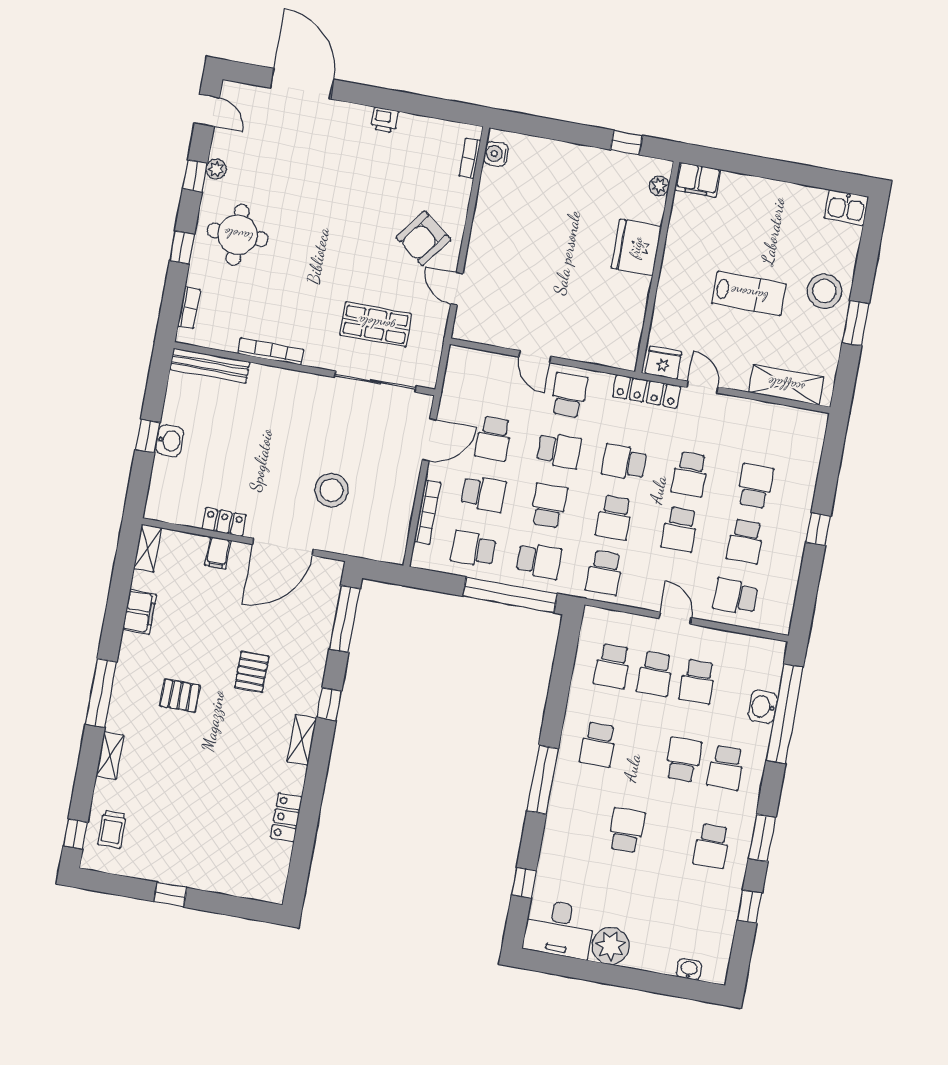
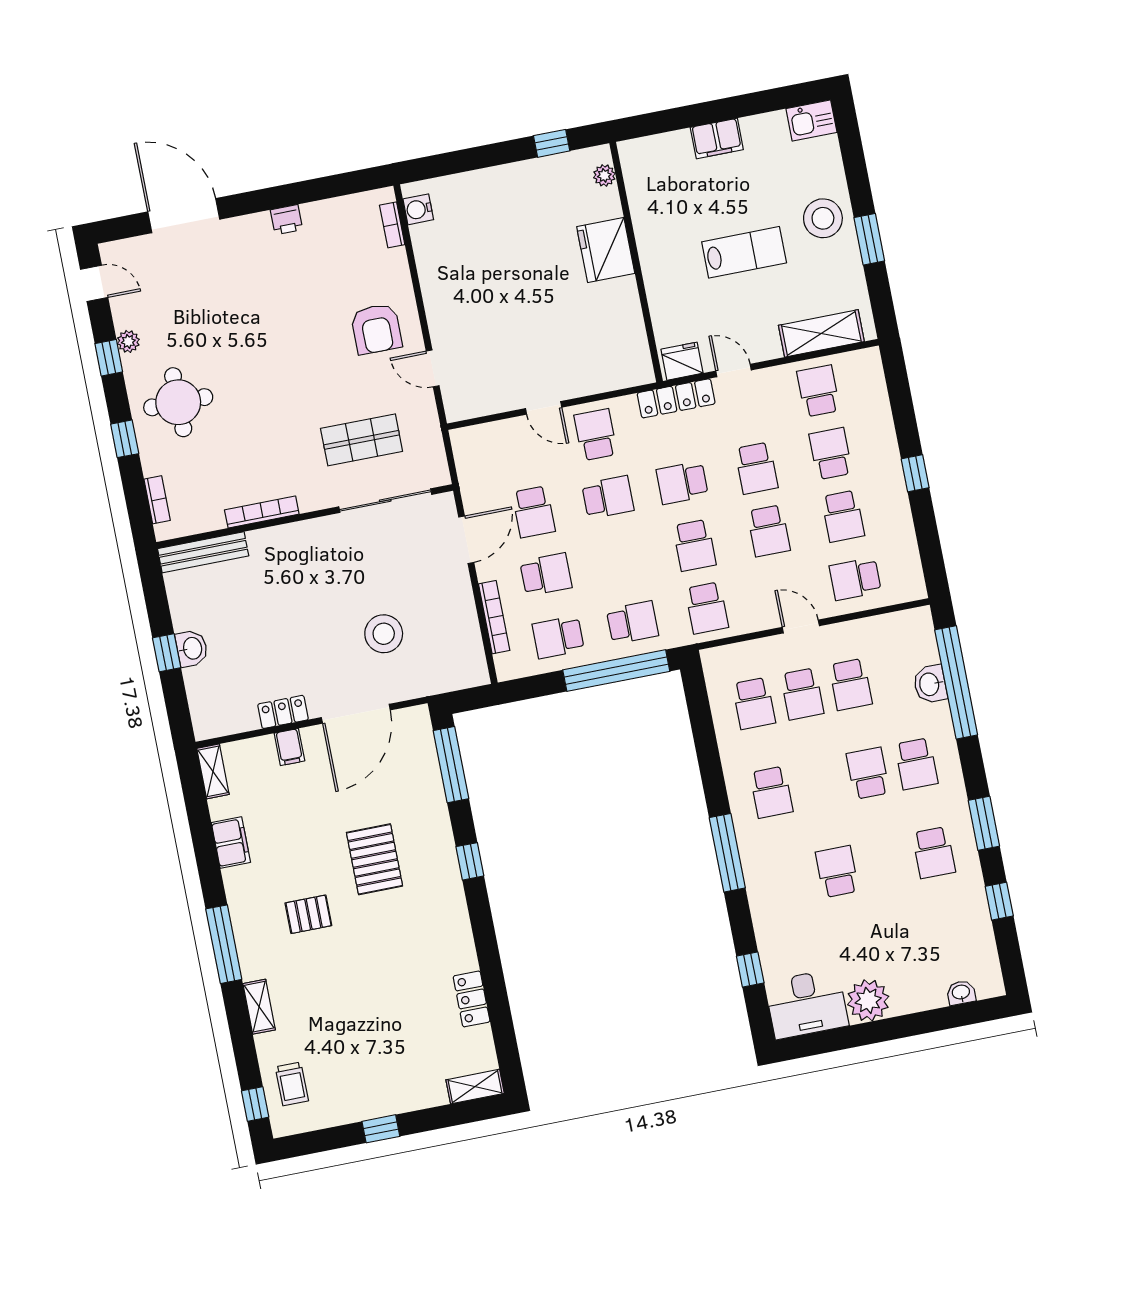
filing cabinet: (698, 180) -> (717, 138), moved
armchair: (423, 238) -> (376, 329), turned -37
school desk: (549, 506) -> (818, 391), moved
pallet: (252, 672) -> (375, 859), width x1.50, depth x1.42
shelving: (302, 740) -> (475, 1087), moved, turned 90

